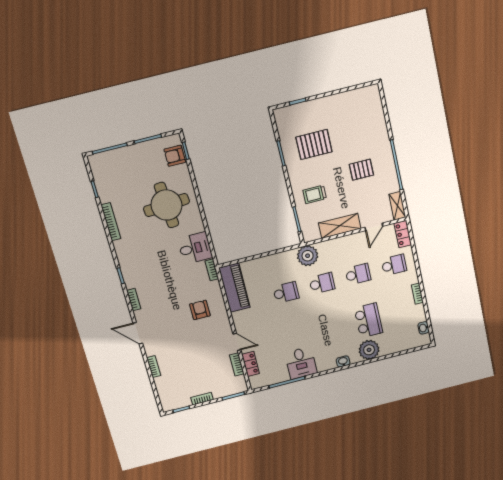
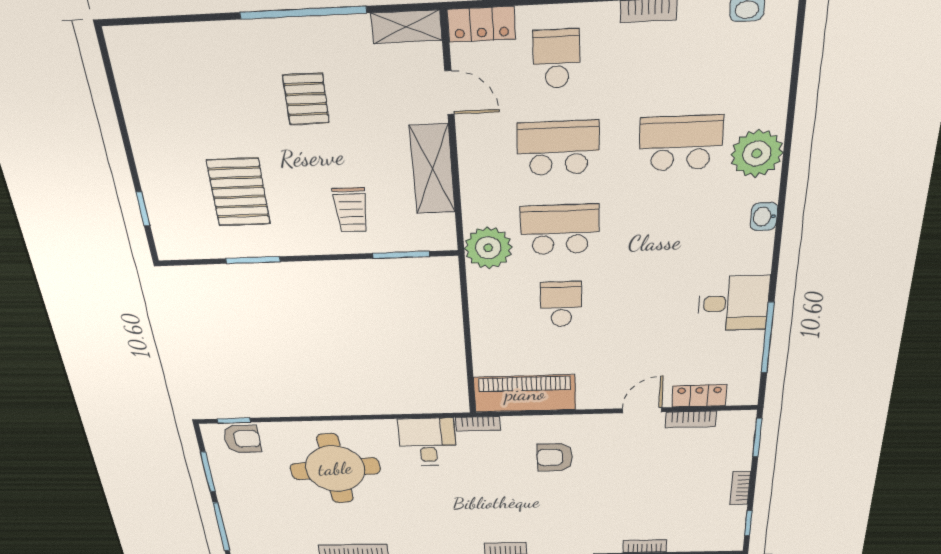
armchair: (175, 156) -> (242, 439), turned -90
school desk: (358, 274) -> (558, 148), width x1.85
school desk: (322, 283) -> (560, 229), width x1.85

